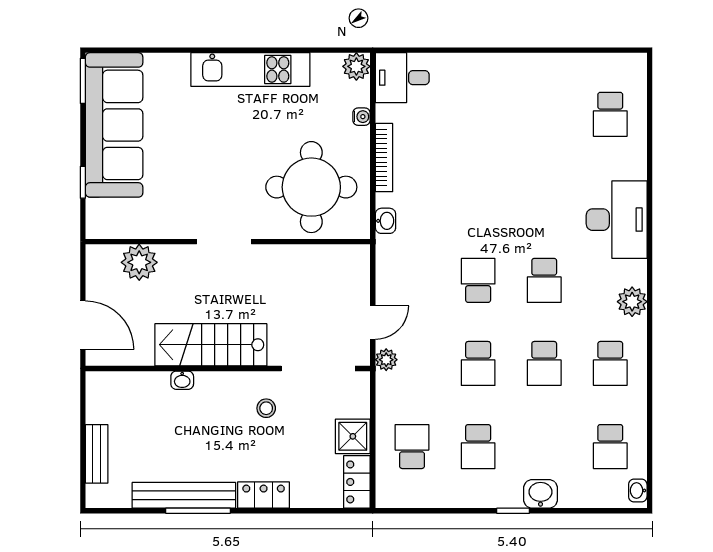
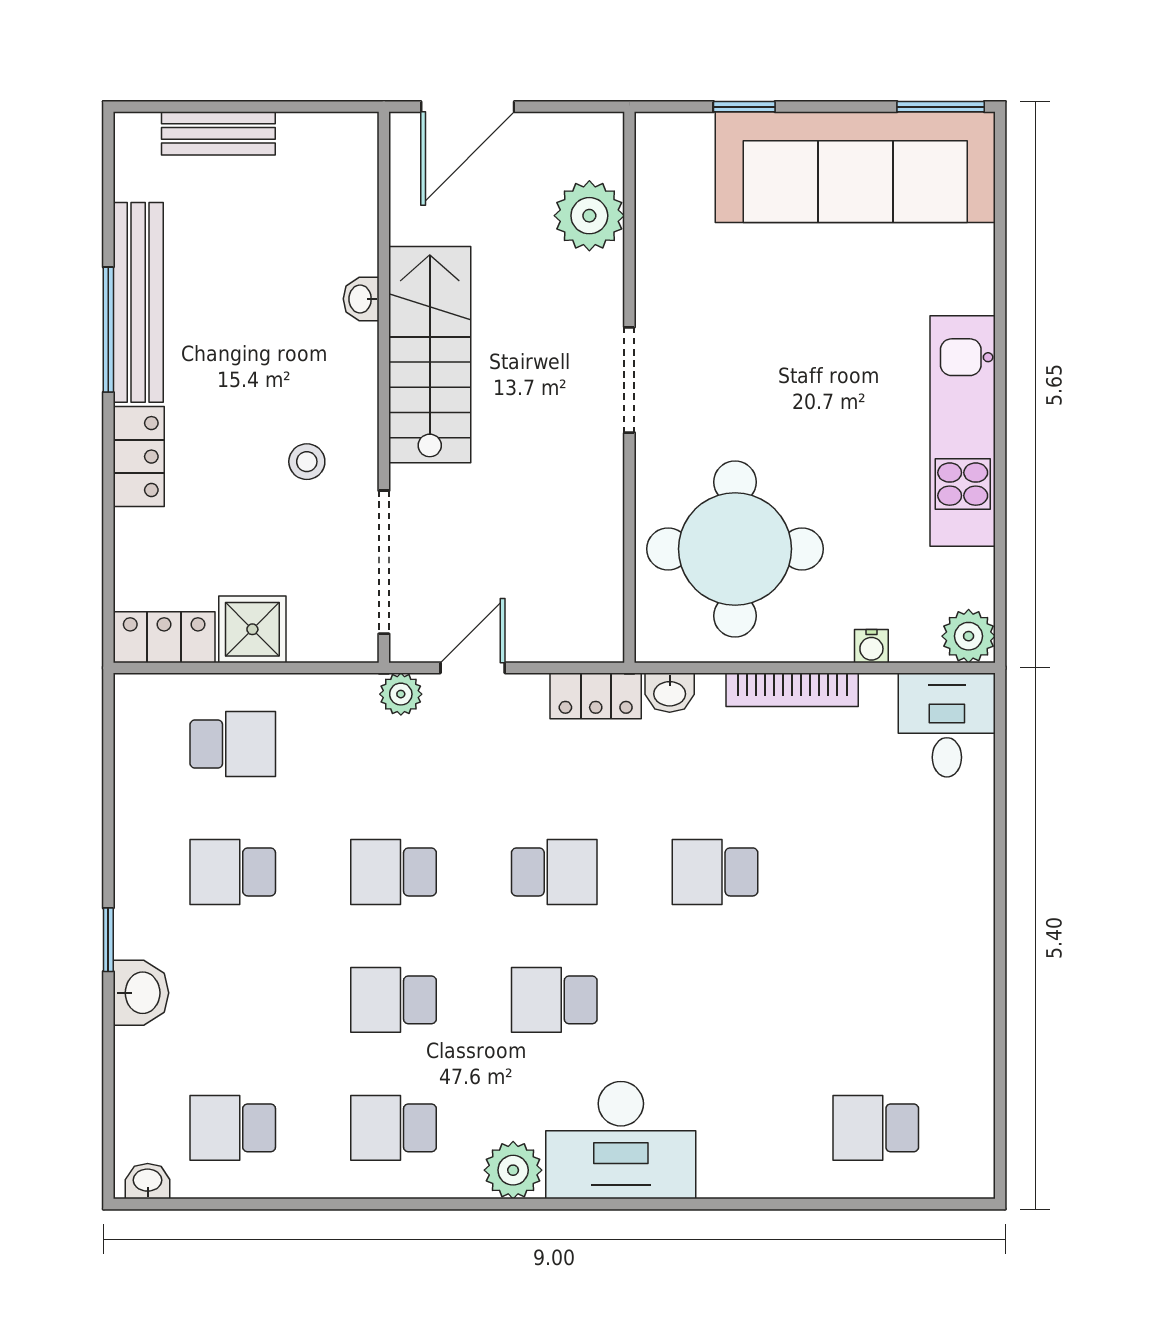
school desk: (478, 197) -> (715, 872), added
desk: (617, 220) -> (621, 1140), moved
locker: (387, 259) -> (596, 696), added
door: (373, 323) -> (473, 668), swing flipped

